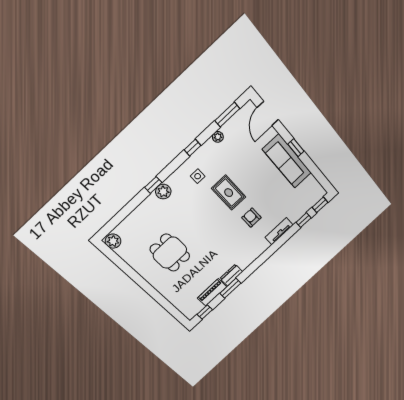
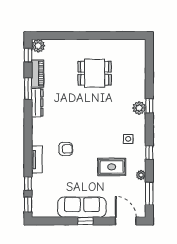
rug: (229, 193) -> (112, 167), moved
plant: (113, 241) -> (38, 46), moved
dresser: (231, 275) -> (37, 103), width x1.44

